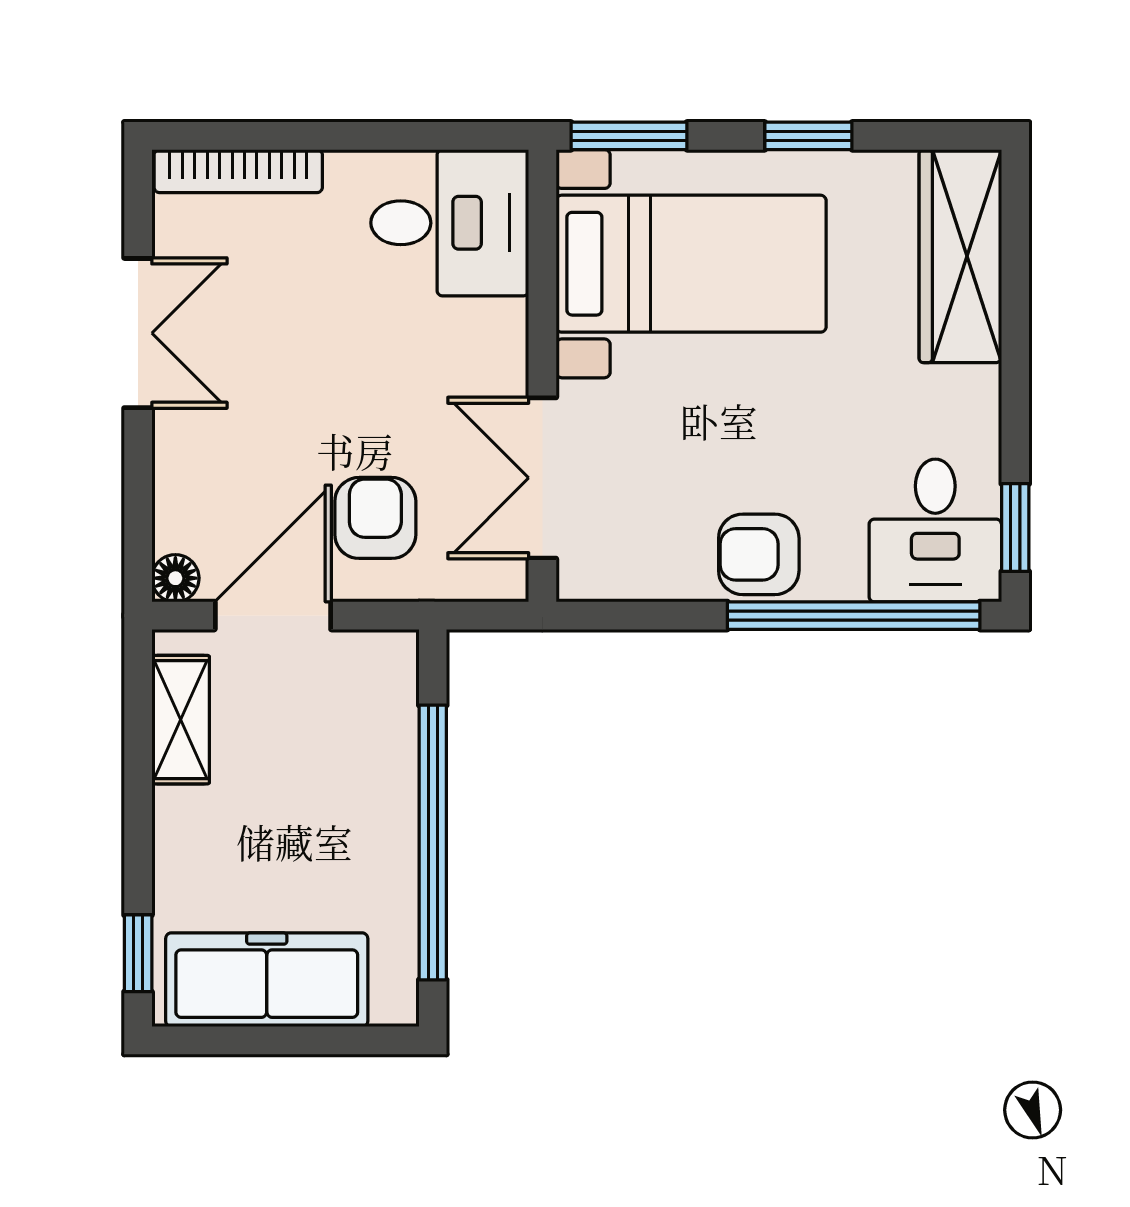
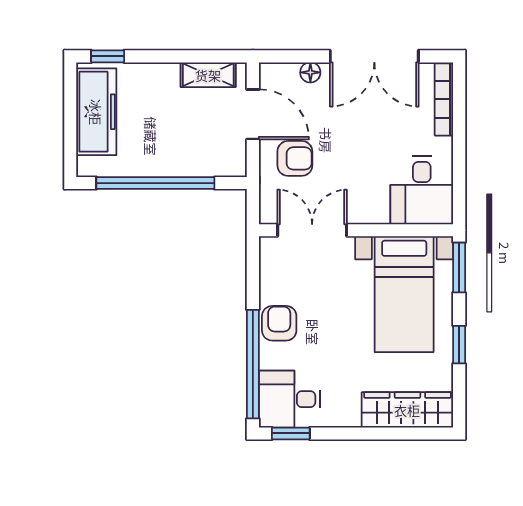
double door: (138, 333) -> (374, 56), width x1.37
floor lamp: (175, 578) -> (310, 72), moved

